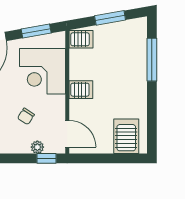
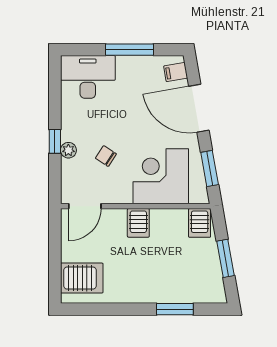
window: (152, 60) -> (175, 309), width x0.69
plant: (37, 147) -> (68, 150), moved
window: (46, 158) -> (55, 141), moved

